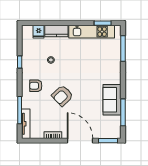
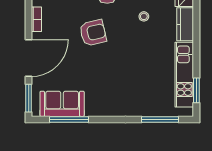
armchair: (62, 96) -> (93, 33), turned 121
sofa: (112, 100) -> (62, 104), moved

